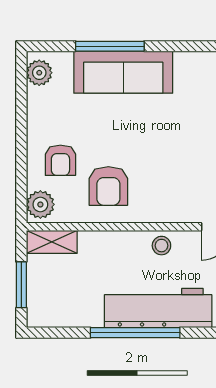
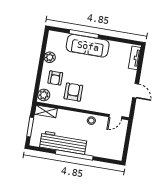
plant: (39, 73) -> (50, 57), moved
armchair: (108, 186) -> (73, 92), turned 180
workbench: (158, 308) -> (63, 143), moved

